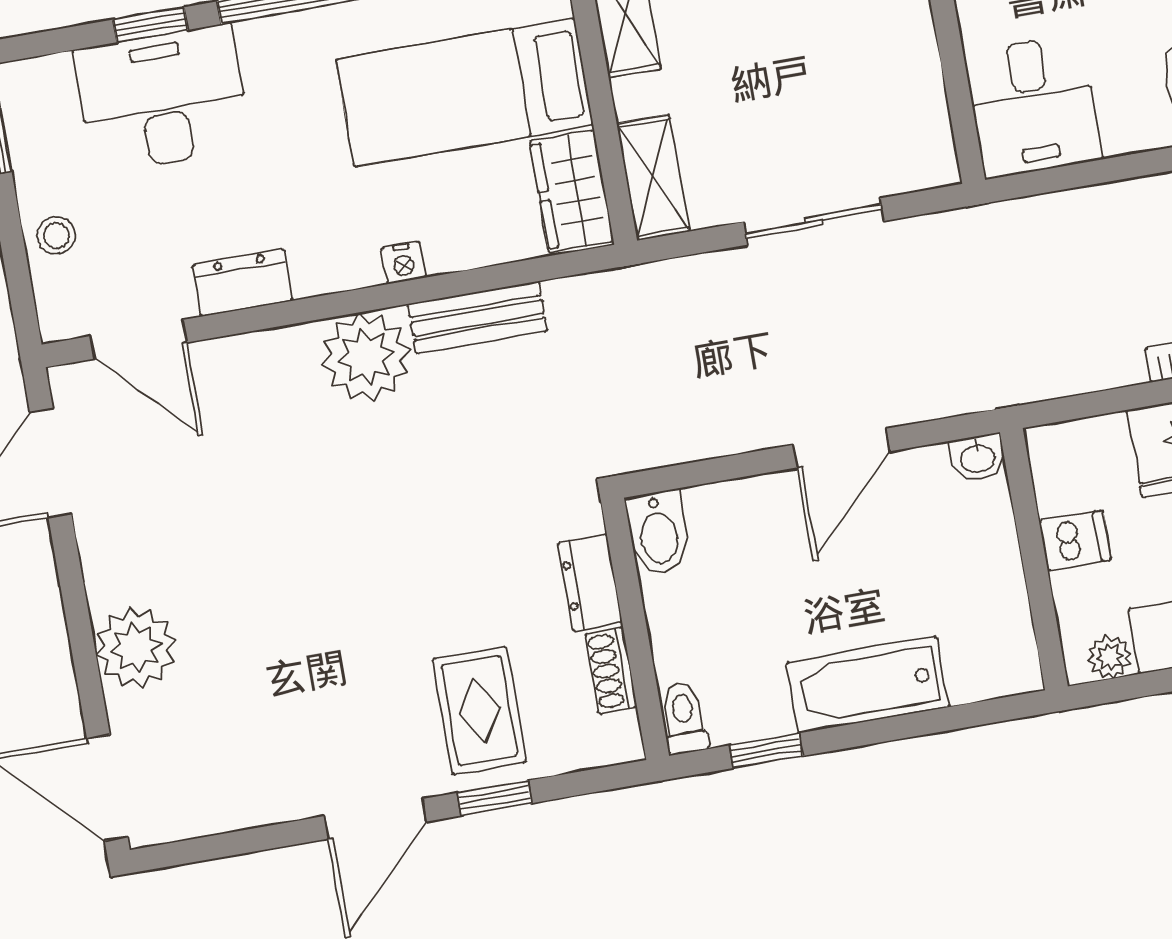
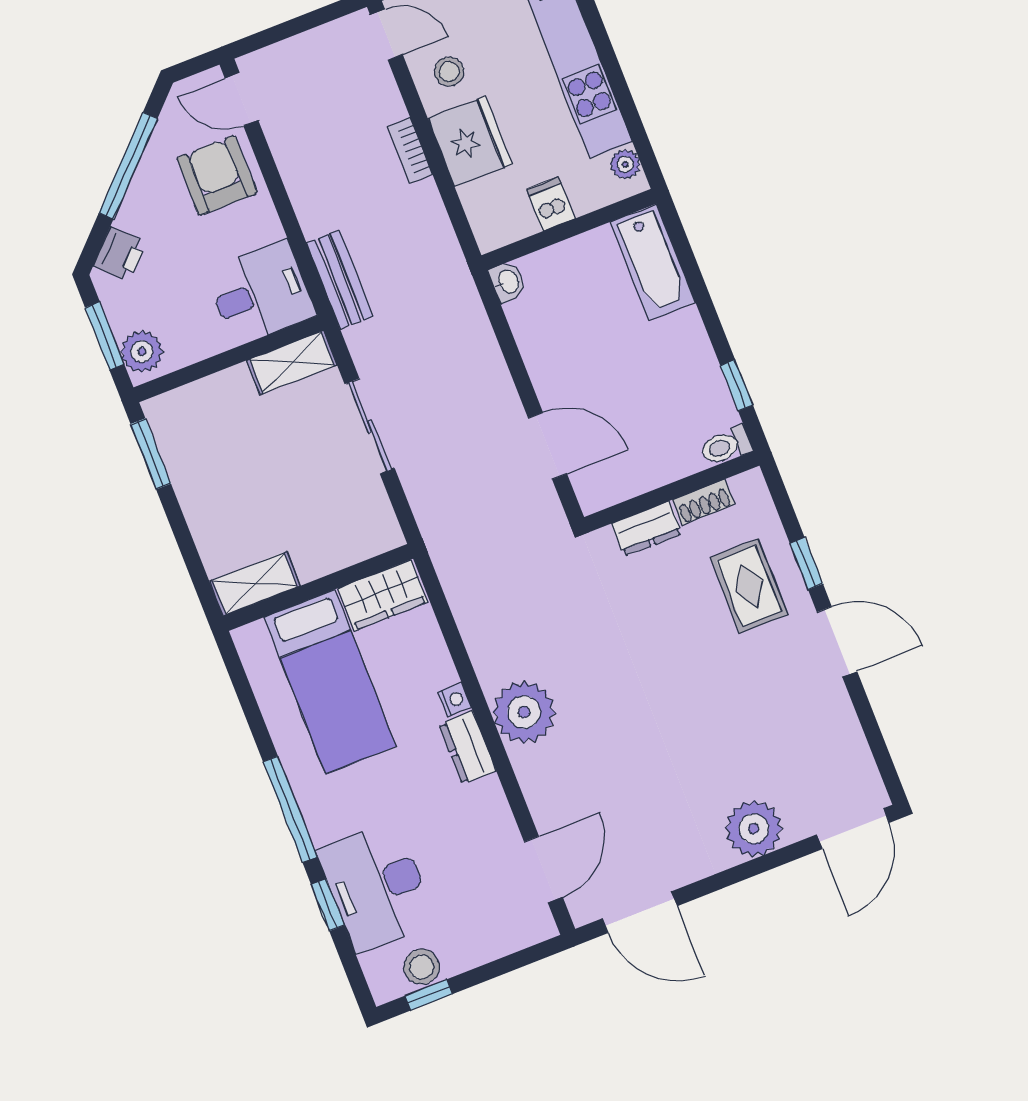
shelving: (653, 178) -> (292, 362), moved
stool: (56, 236) -> (422, 967), moved, width x1.37, depth x1.37
dresser: (242, 283) -> (468, 748), moved
bench: (477, 318) -> (340, 279), moved
door: (842, 448) -> (548, 446), moved
bidet: (658, 533) -> (603, 489), removed
bathtub: (868, 685) -> (653, 262), moved
rug: (479, 711) -> (749, 586), turned 90

